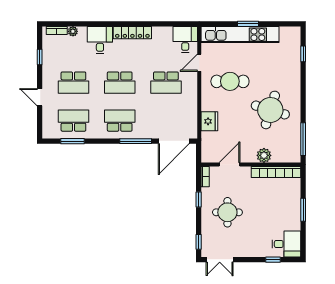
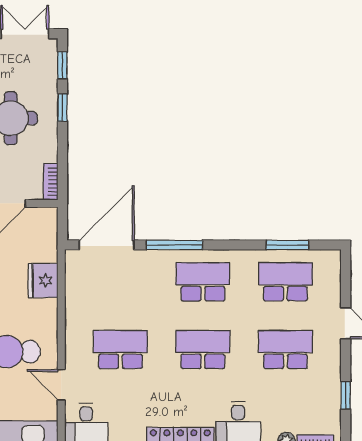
door: (199, 63) -> (61, 385), swing flipped
school desk: (73, 121) -> (285, 282), turned 180
school desk: (120, 121) -> (203, 282), turned 180
window: (199, 199) -> (62, 108), moved

